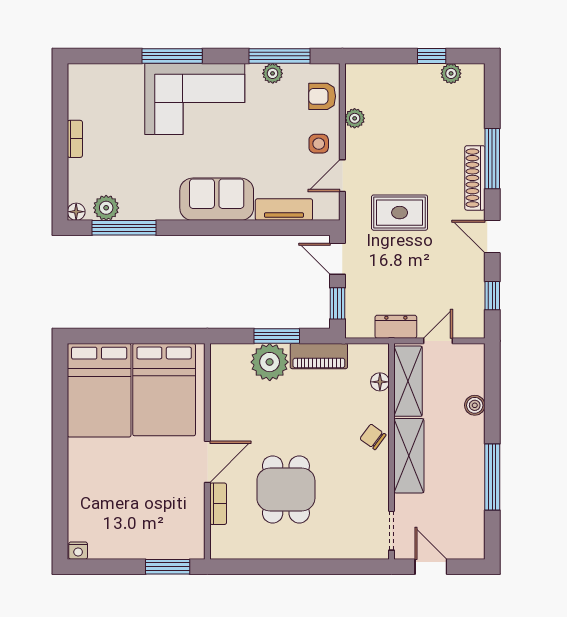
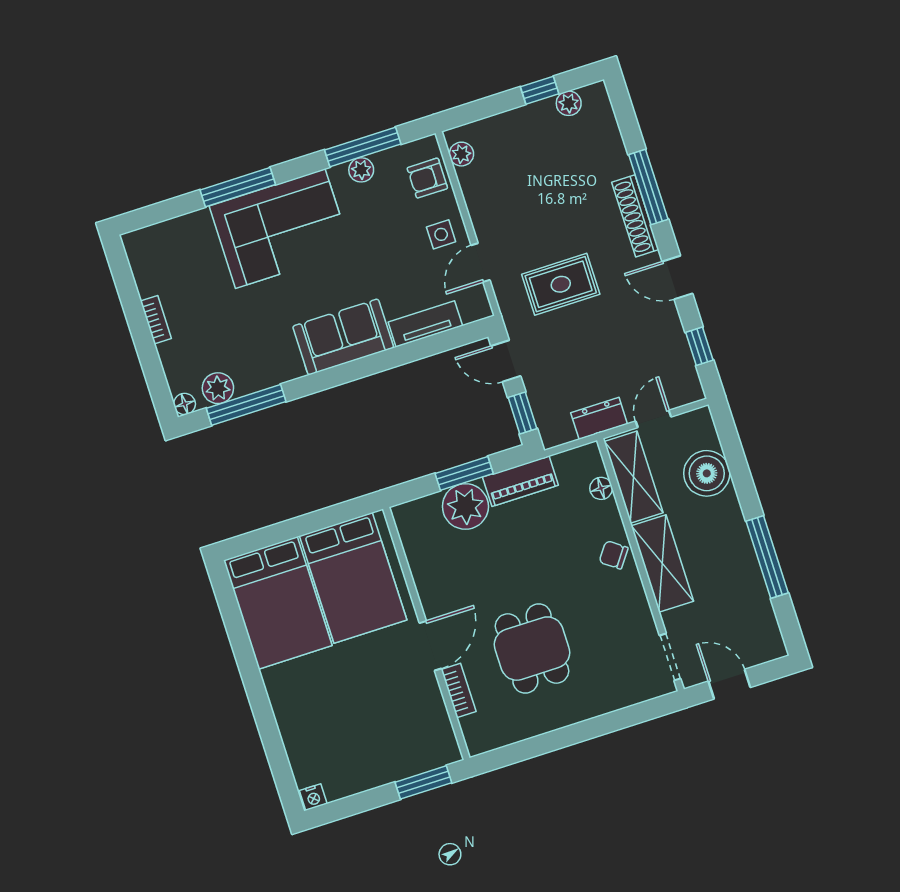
plant: (355, 118) -> (461, 154), moved
boiler: (475, 405) -> (707, 473), width x1.86, depth x1.86

